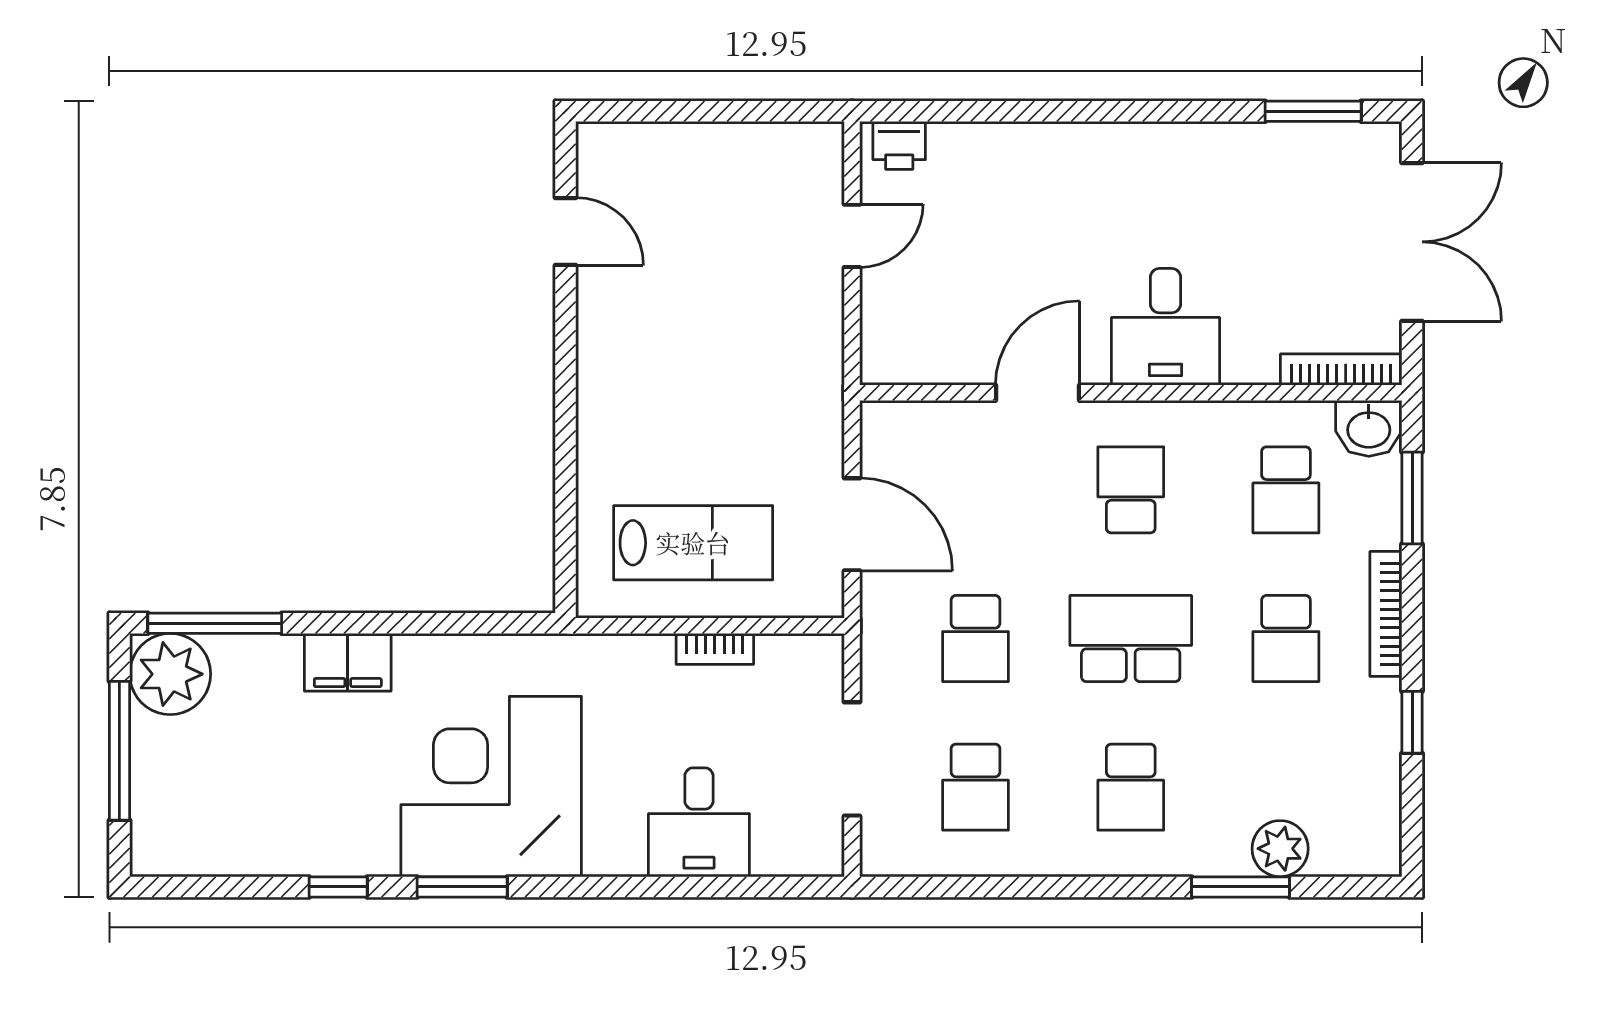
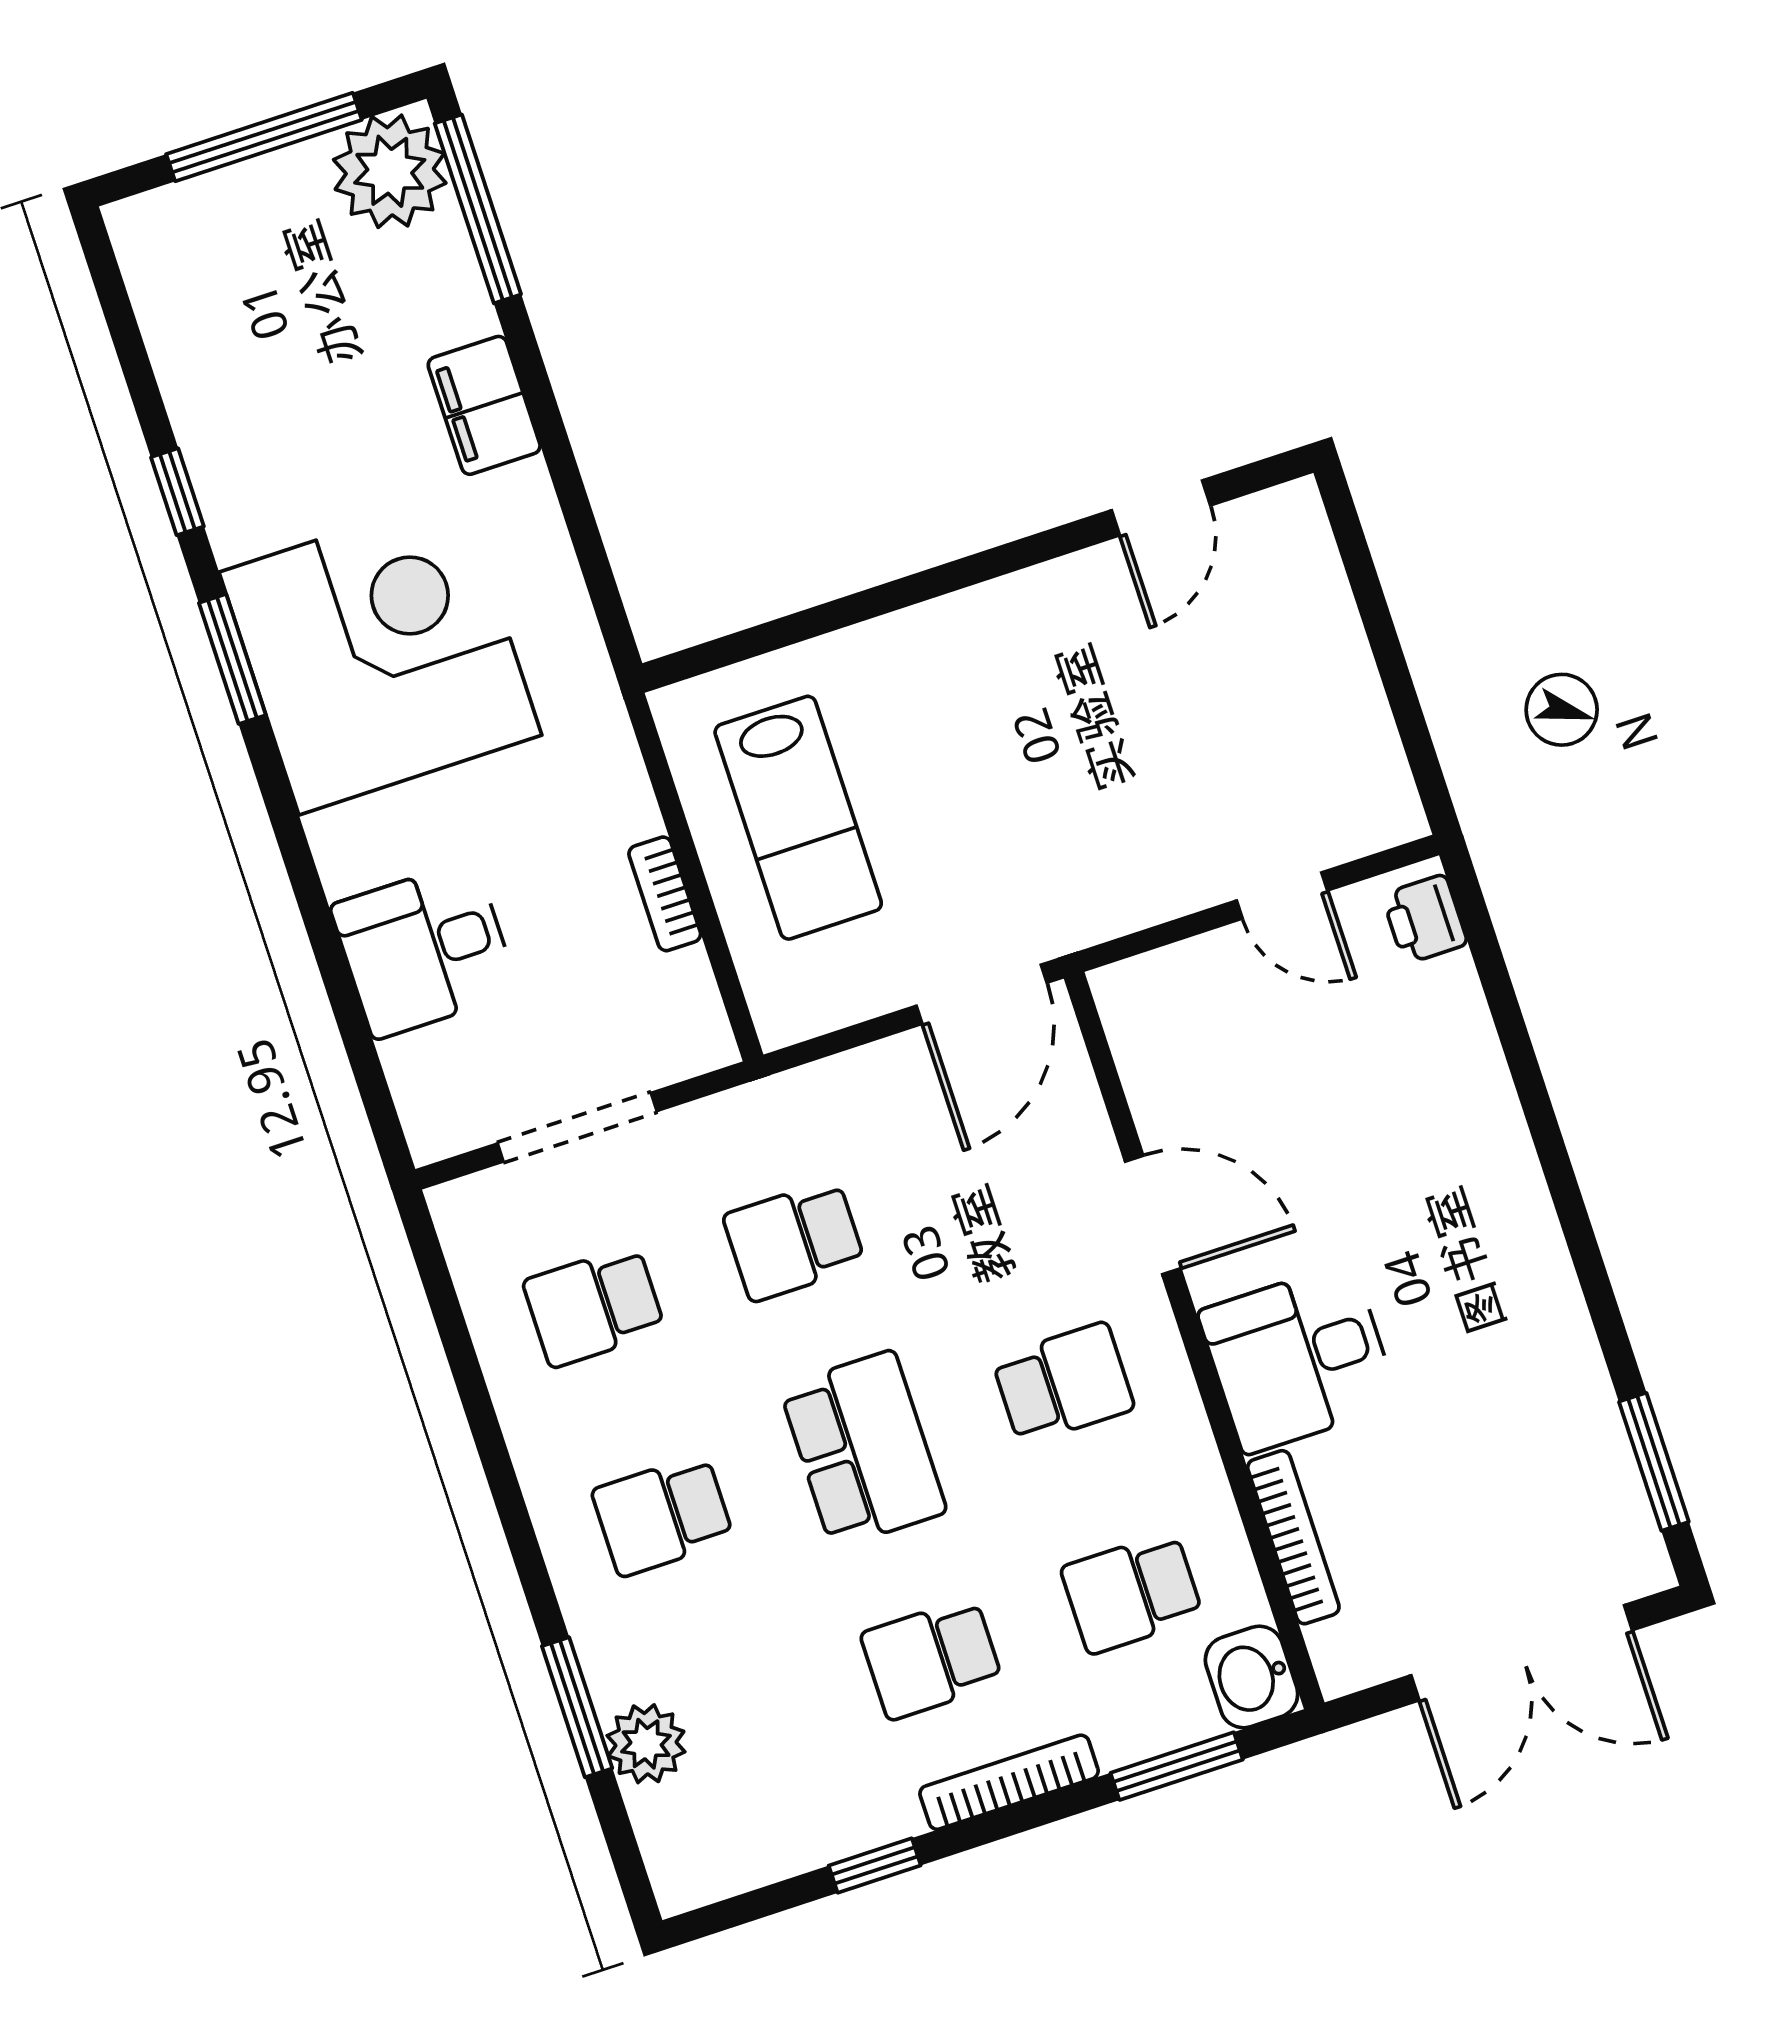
bookcase: (1341, 370) -> (1293, 1537), moved
door: (852, 524) -> (982, 994), moved

